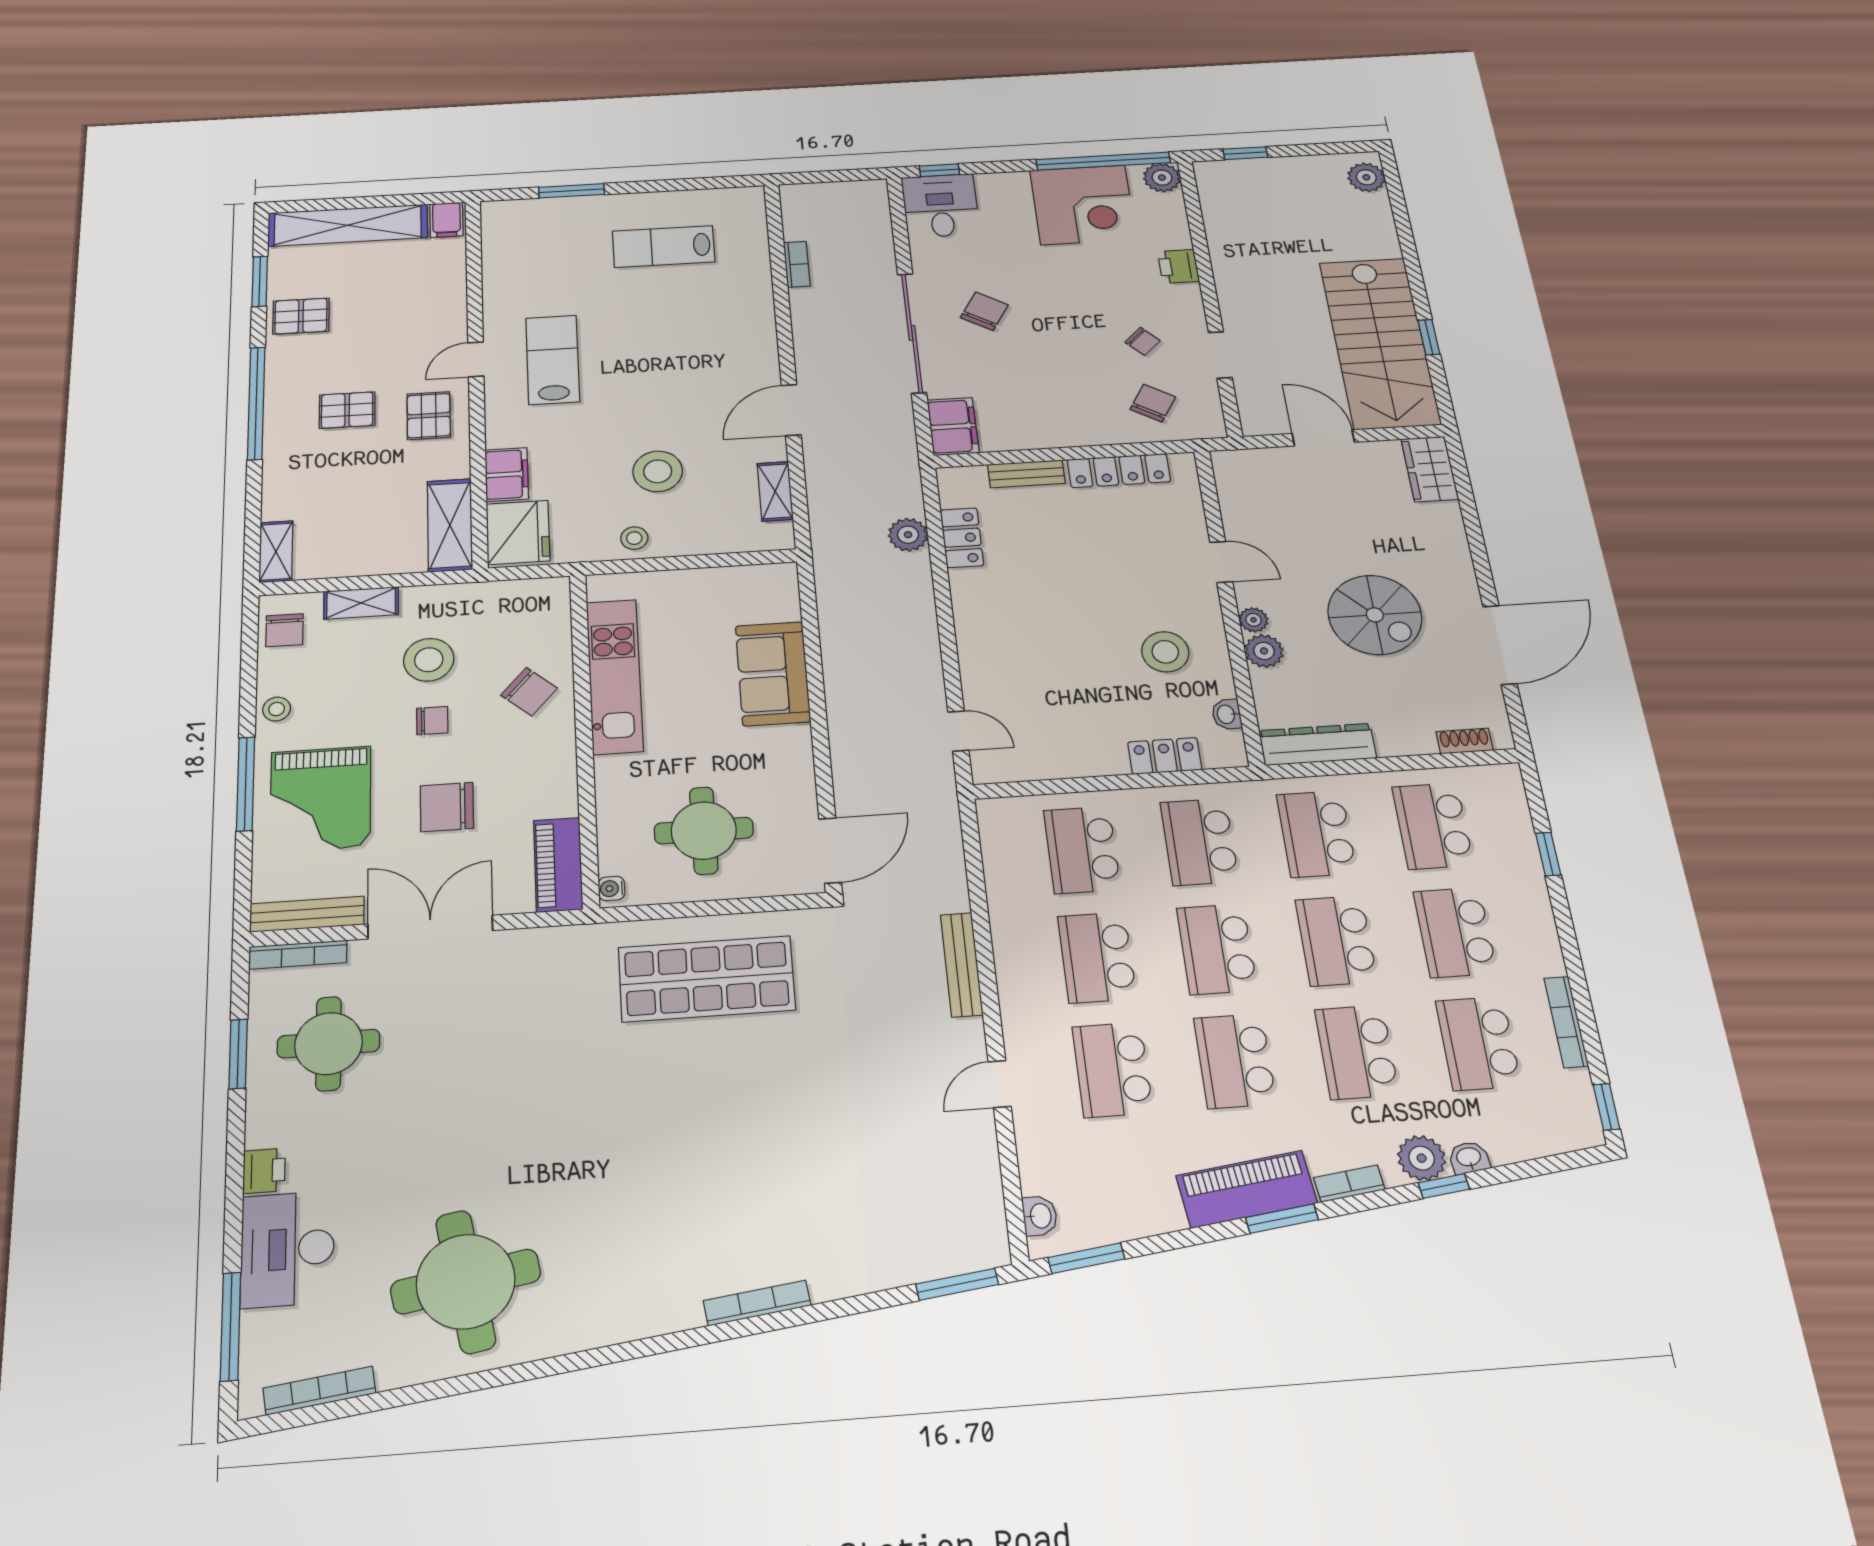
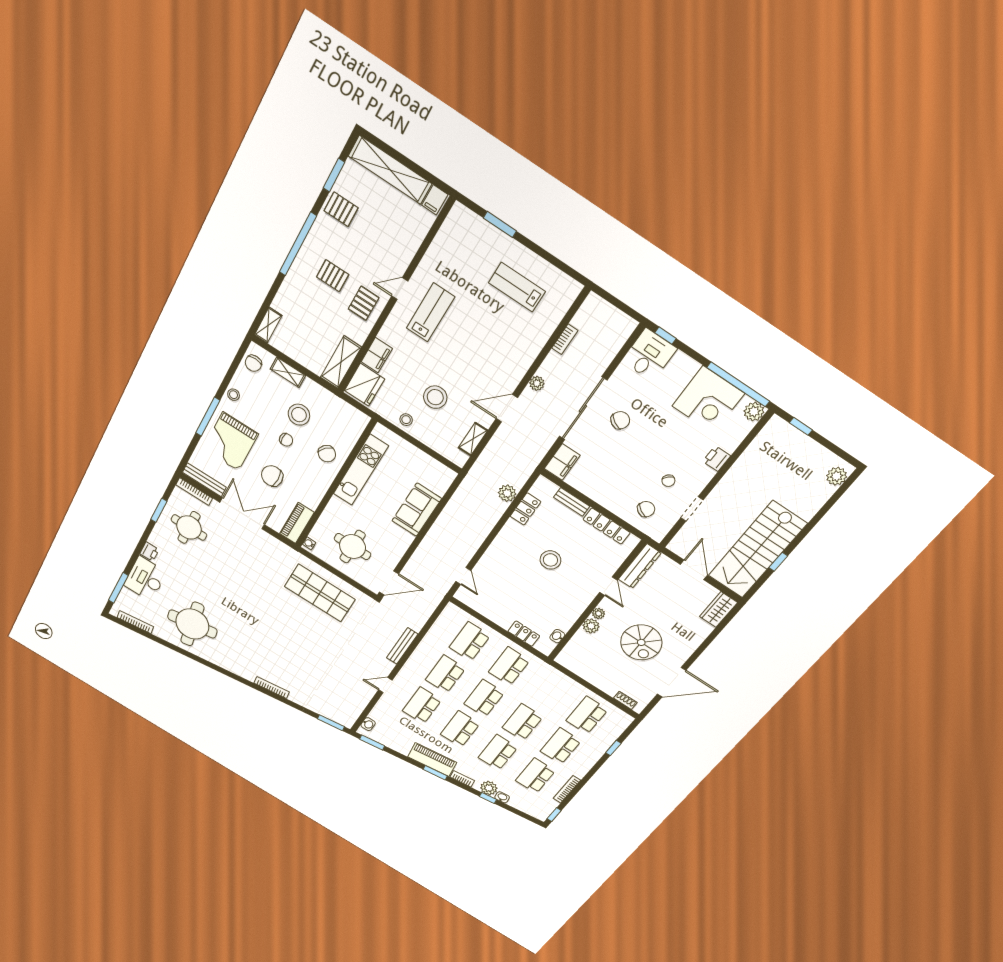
plant: (808, 346) -> (537, 383), added
stool: (1165, 652) -> (550, 560), moved
dresser: (1318, 744) -> (640, 566), moved, turned 90
school desk: (1316, 834) -> (548, 691), removed

